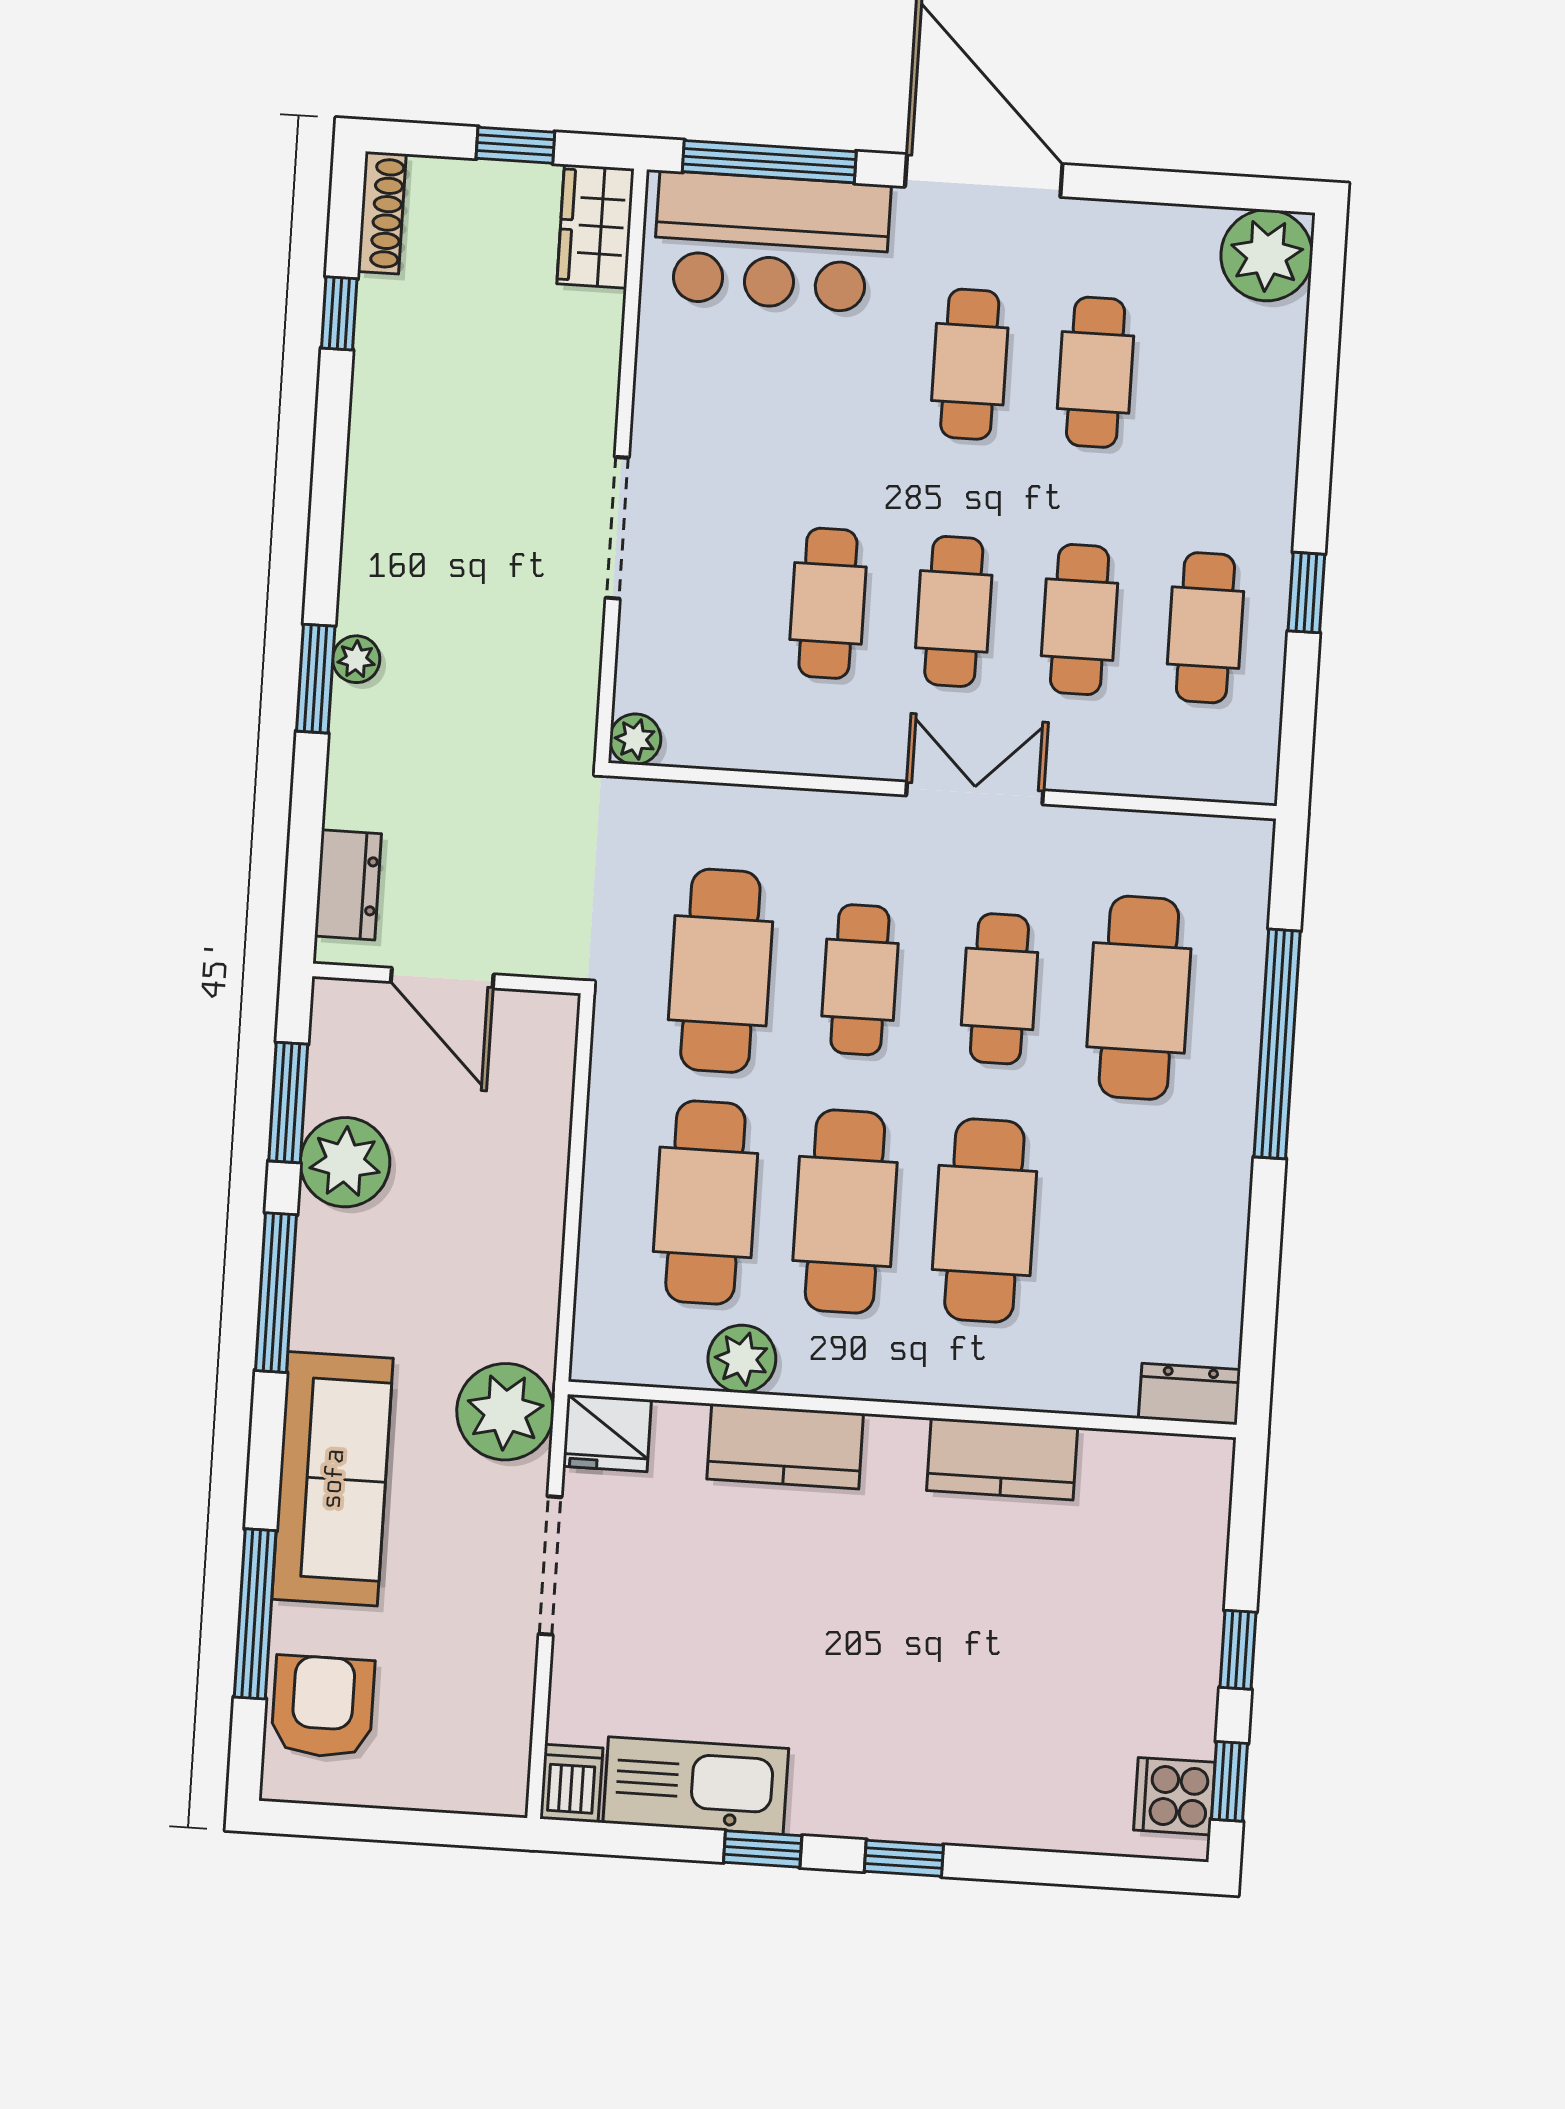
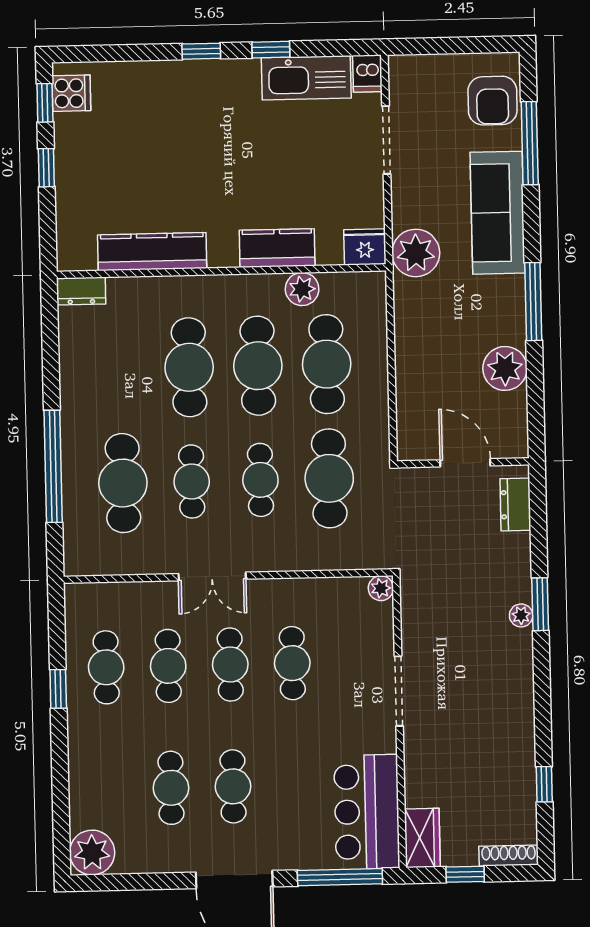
shoe rack: (382, 213) -> (509, 856), moved, turned 90
bar counter: (772, 242) -> (367, 812), moved, turned -90
window: (288, 1102) -> (535, 395), removed
kitchen counter: (1002, 1459) -> (152, 252), width x1.50
doorway: (550, 1566) -> (386, 140), moved

